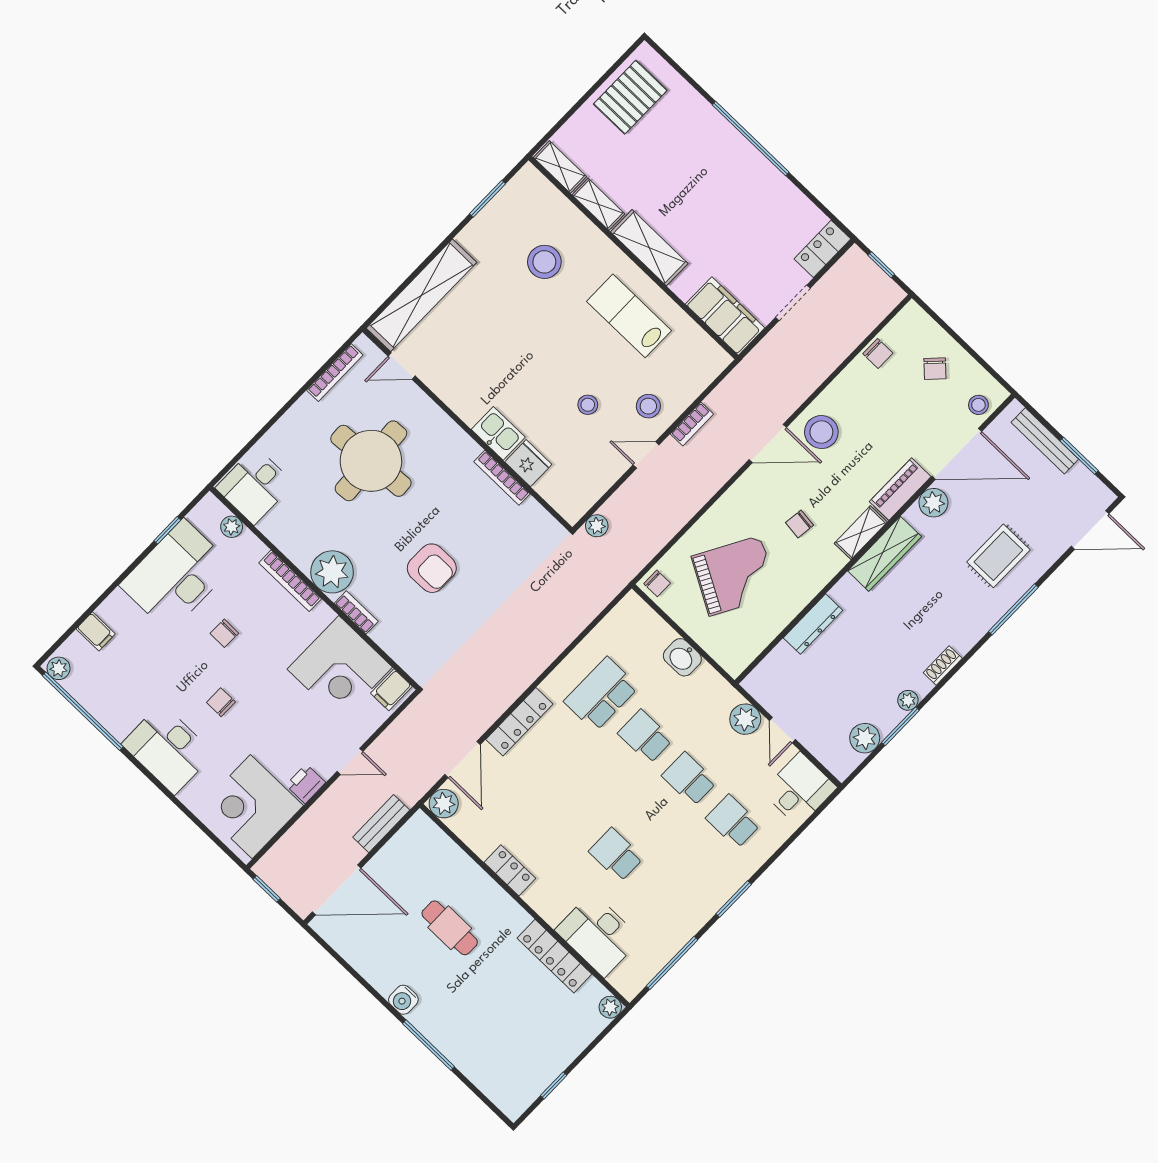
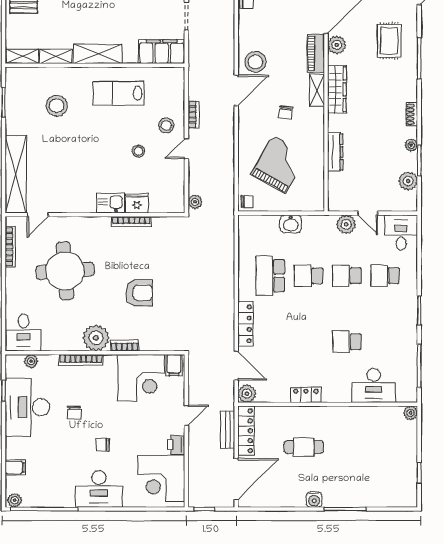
locker: (554, 956) -> (246, 431), moved, turned -90

